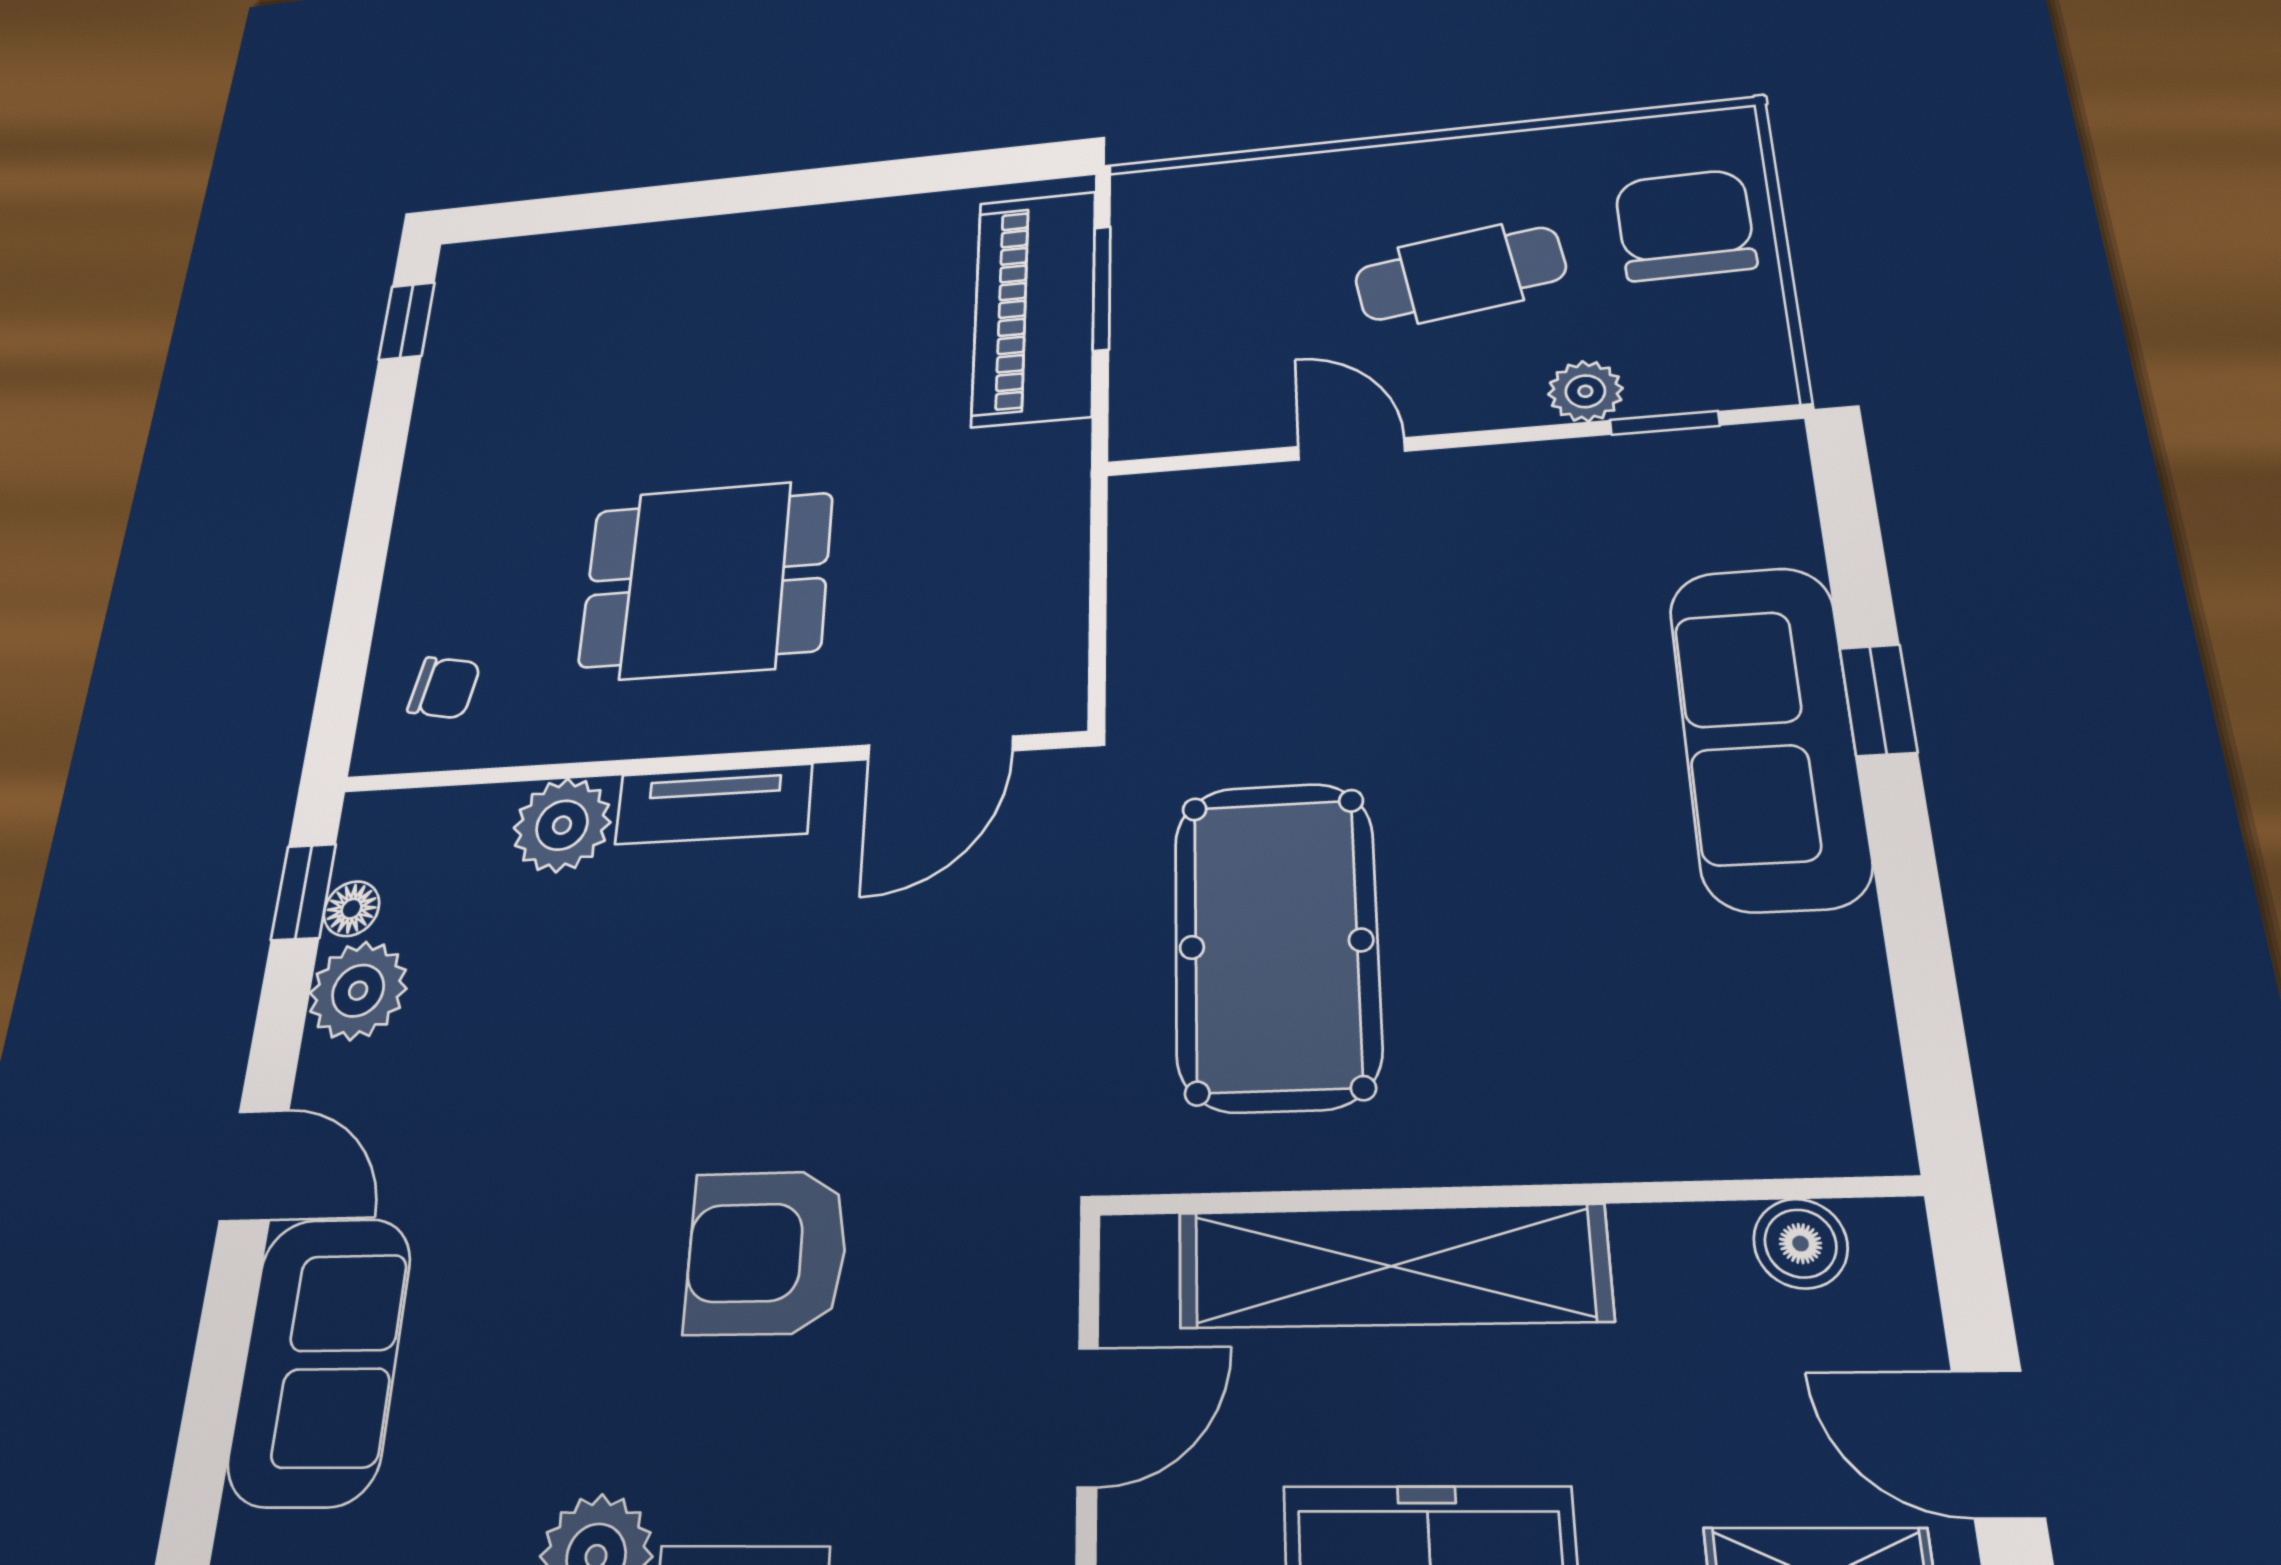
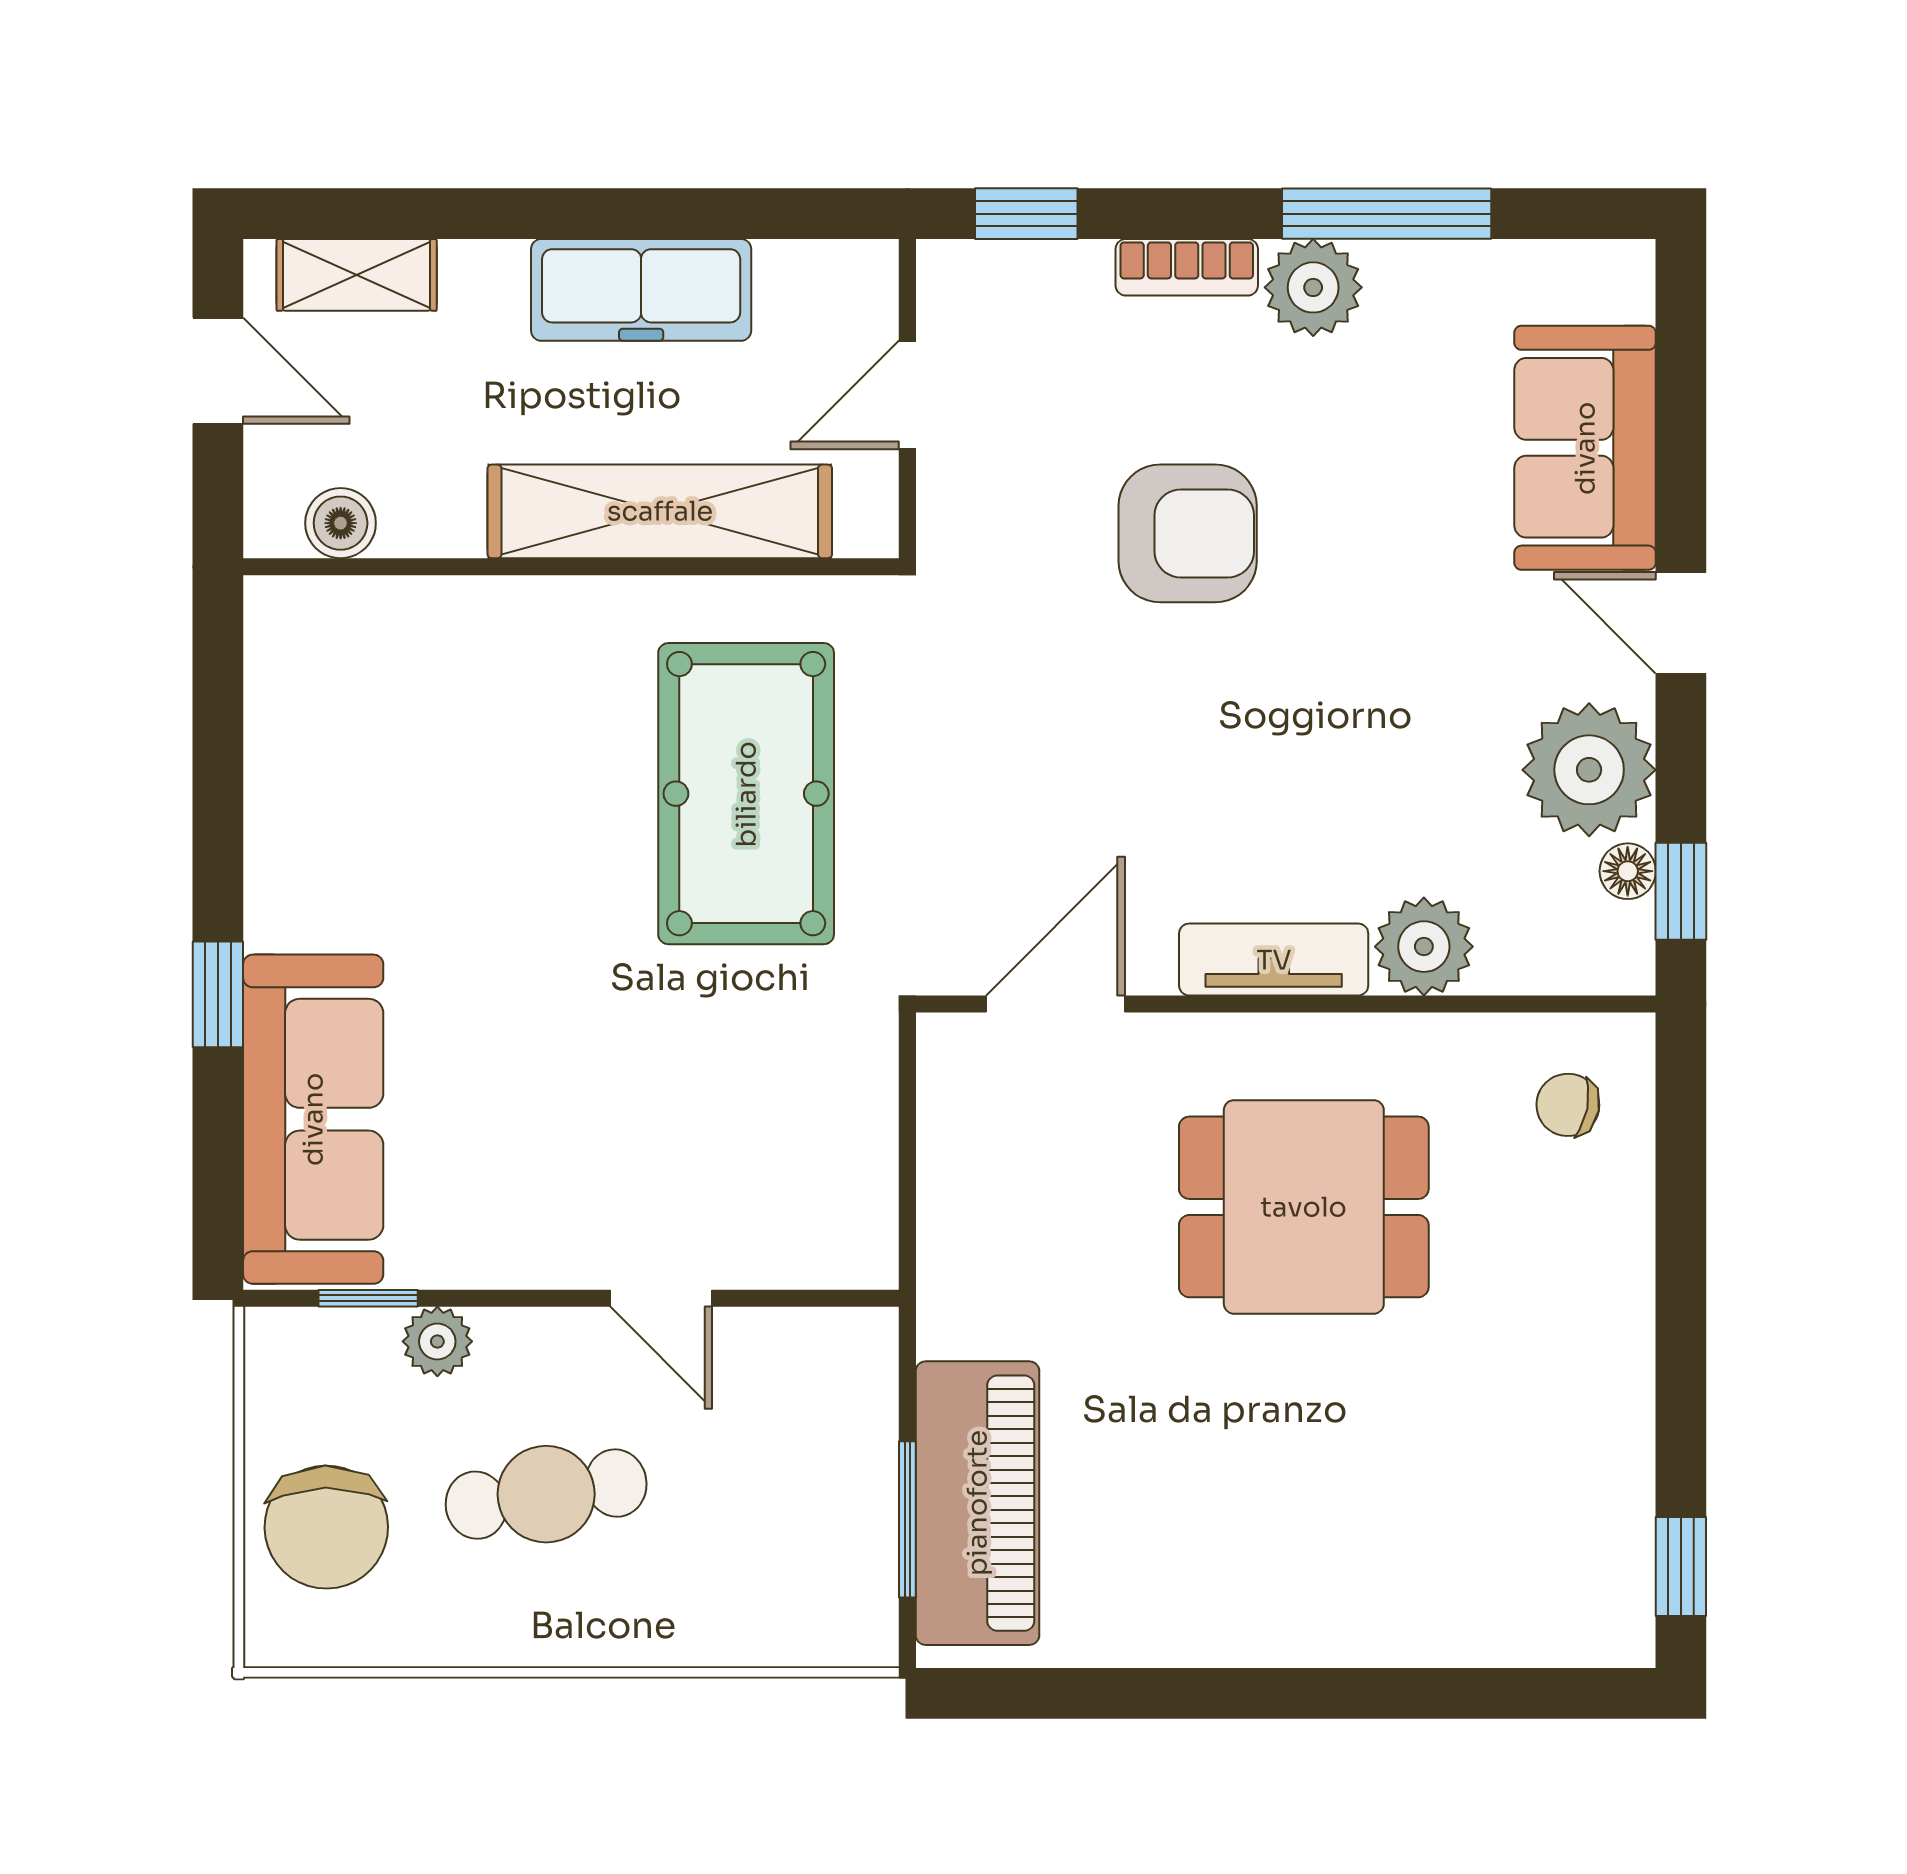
sofa: (1768, 735) -> (313, 1119), moved
plant: (358, 991) -> (1589, 770), width x1.36, depth x1.36

